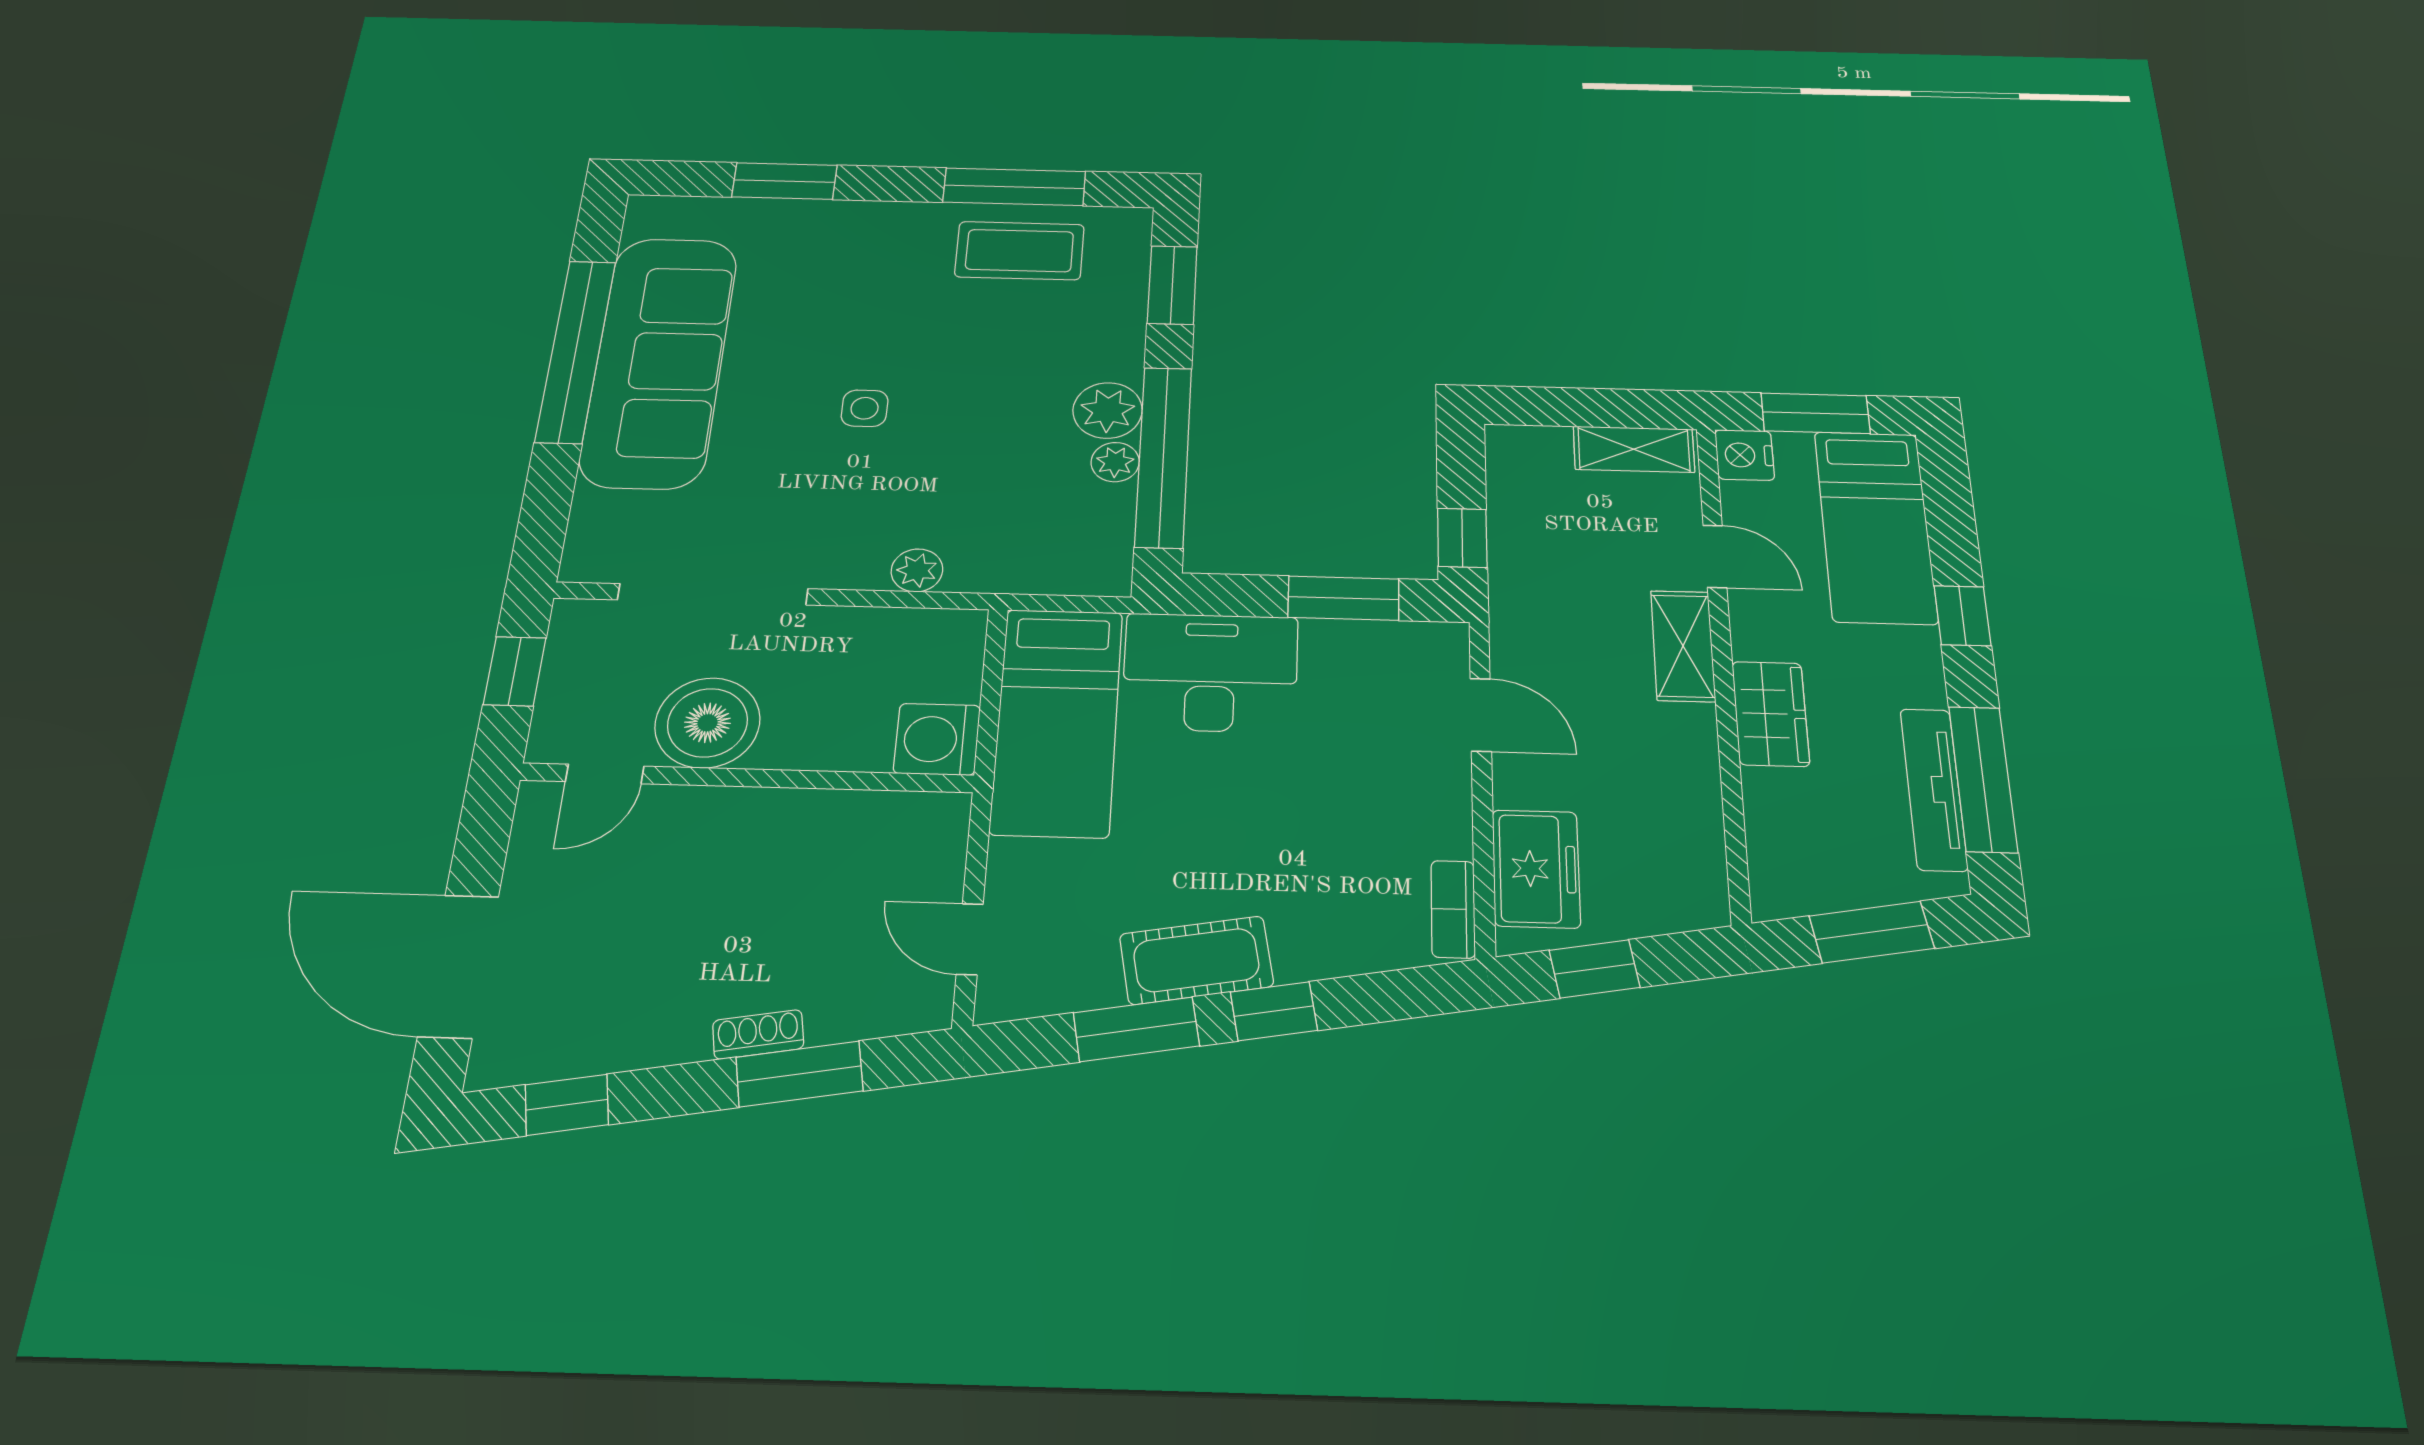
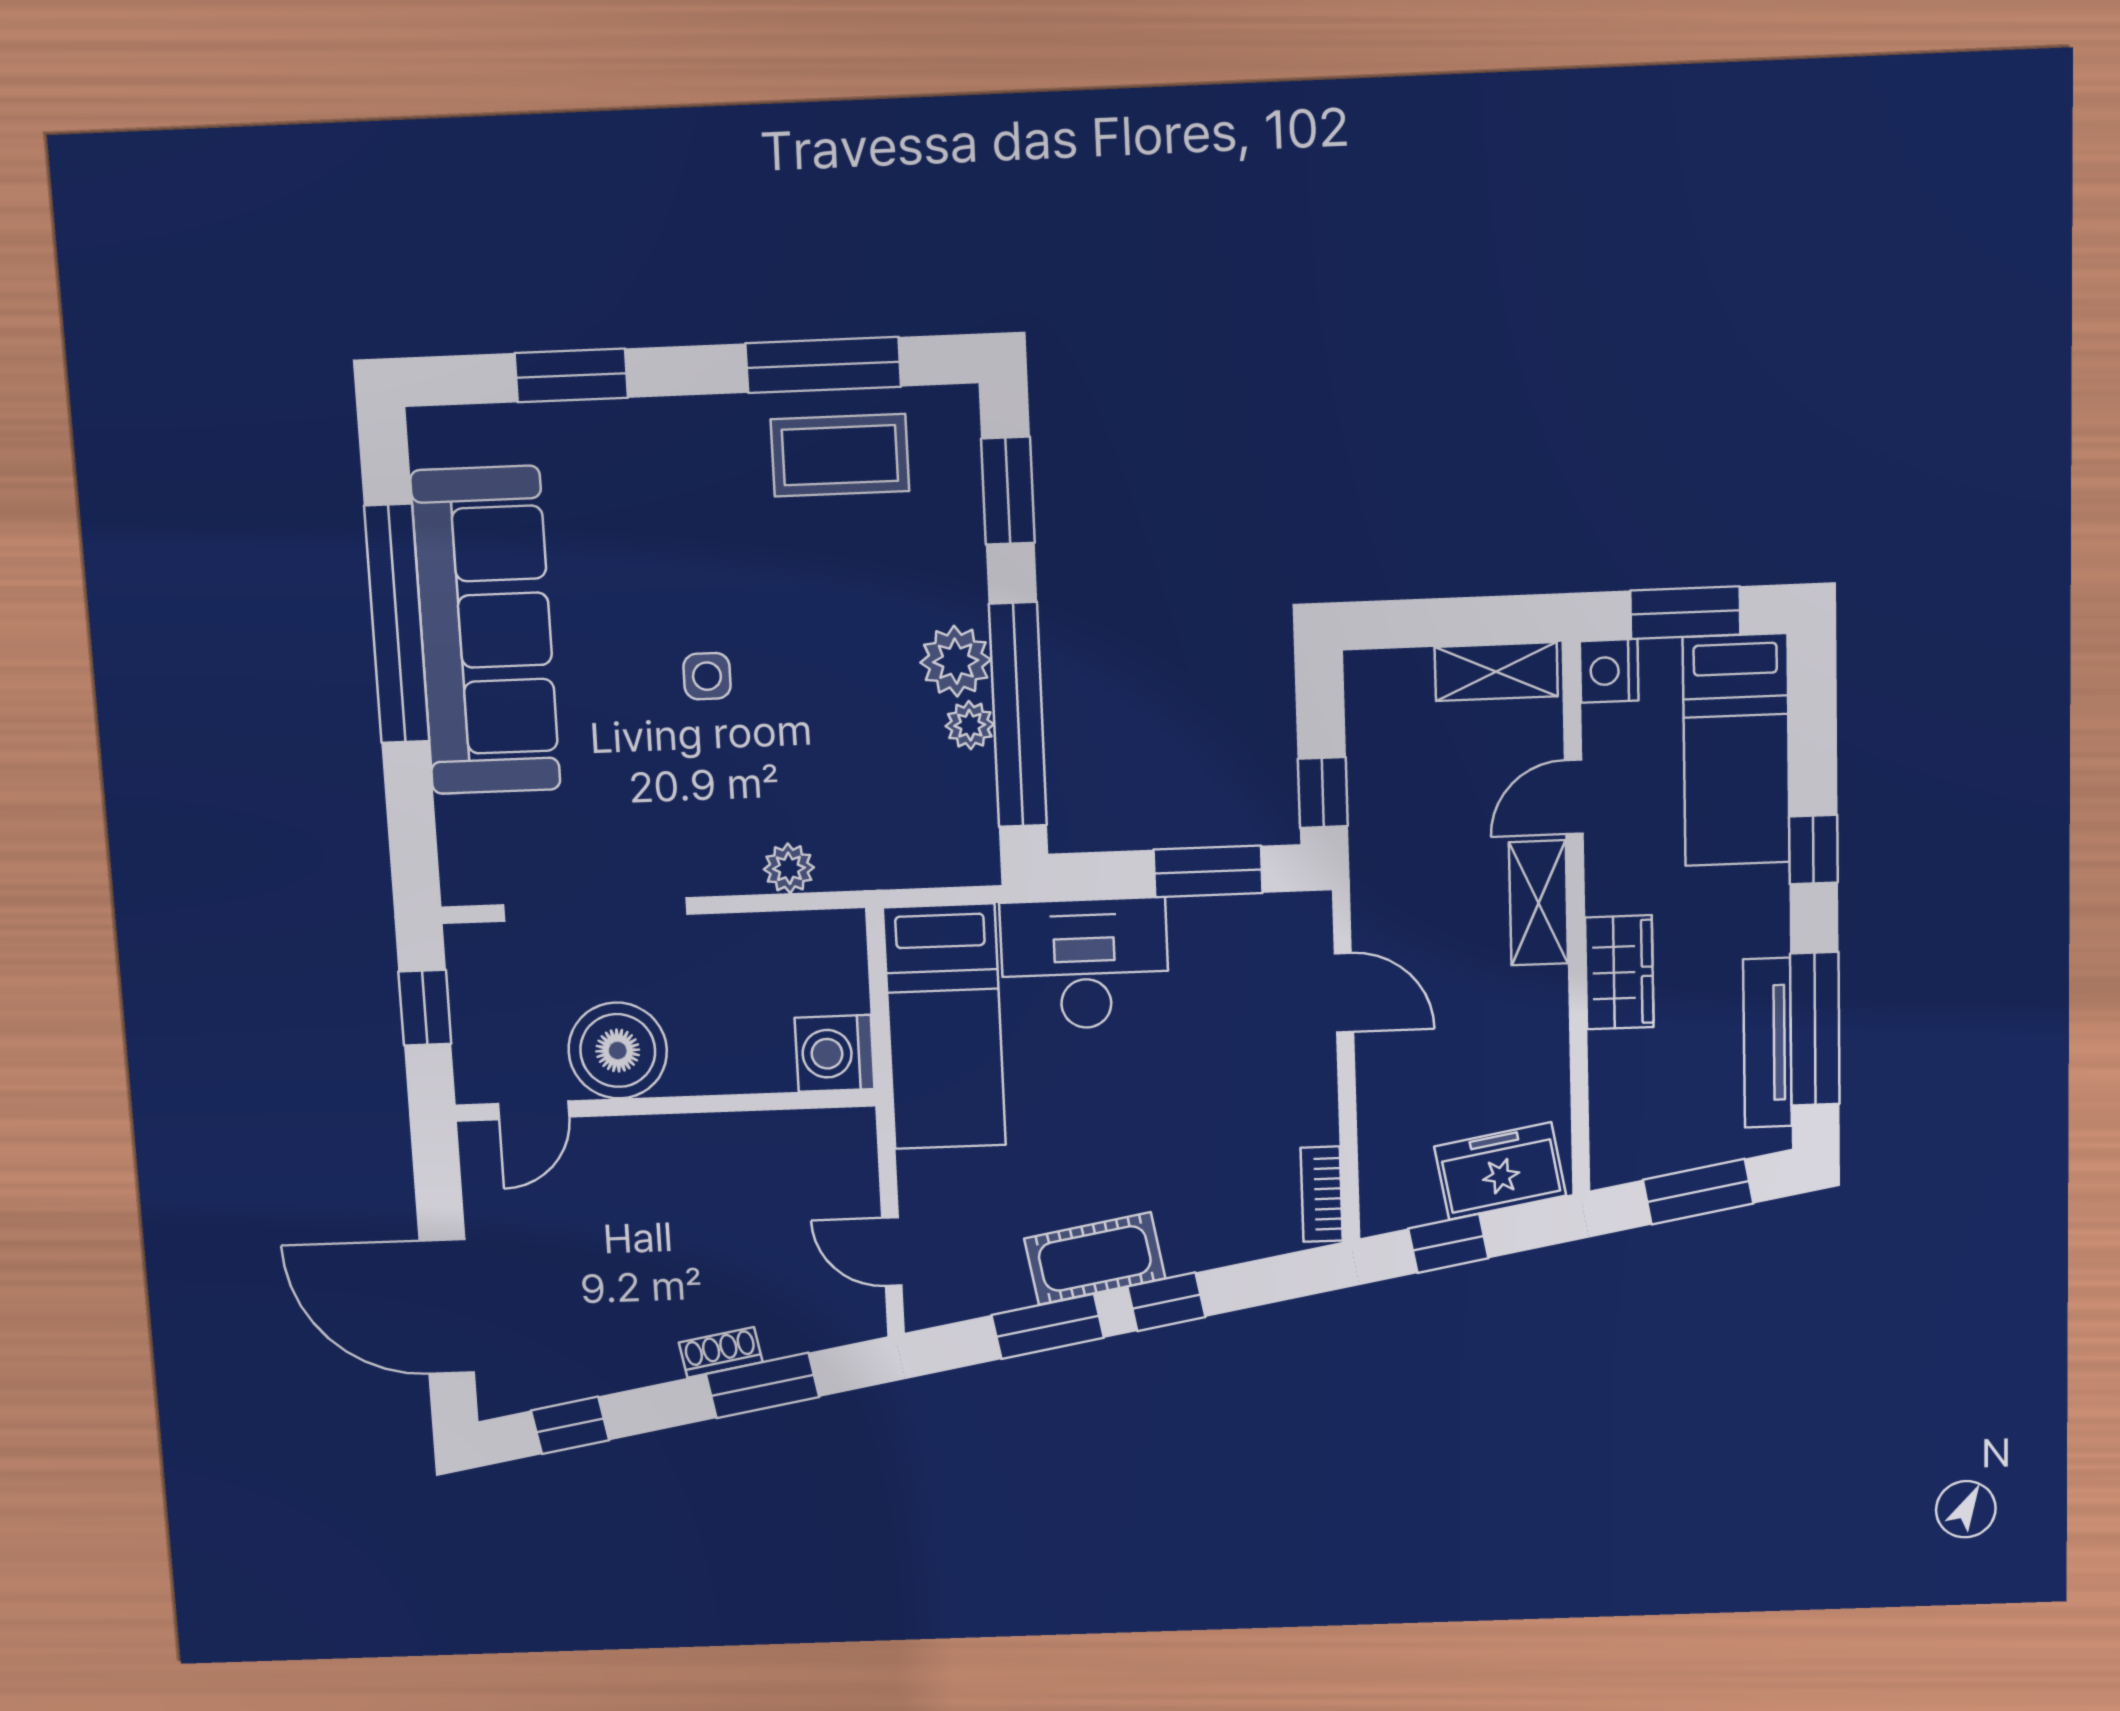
door: (1715, 556) -> (1574, 797), swing flipped
freezer: (1536, 869) -> (1500, 1171), moved, turned -100

